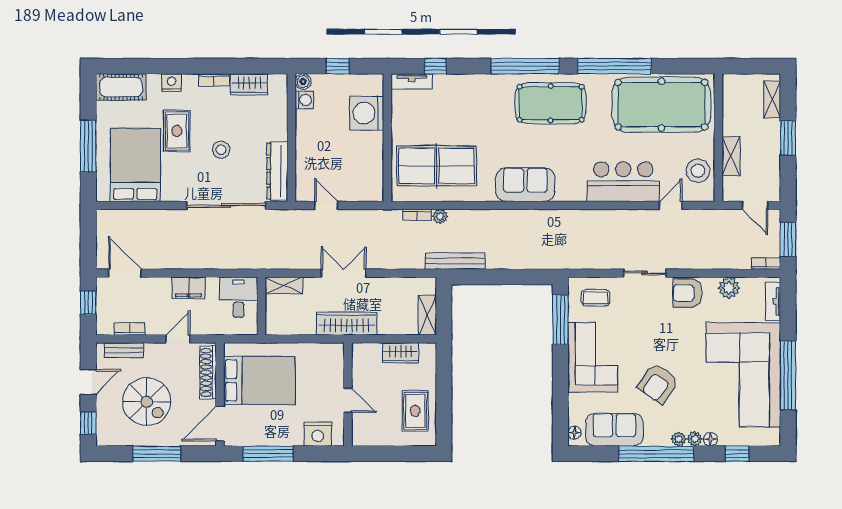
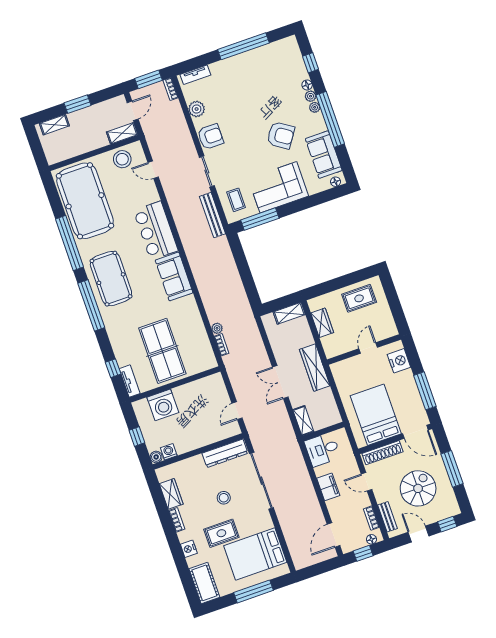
shelving: (731, 156) -> (122, 133), moved
table tennis table: (437, 166) -> (162, 351), moved
bar counter: (623, 182) -> (156, 231), moved
bench: (455, 261) -> (213, 215), moved
armchair: (688, 293) -> (210, 137), turned -90
floor lamp: (102, 320) -> (371, 539), added
corner sofa: (743, 375) -> (254, 78), removed

